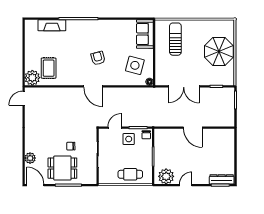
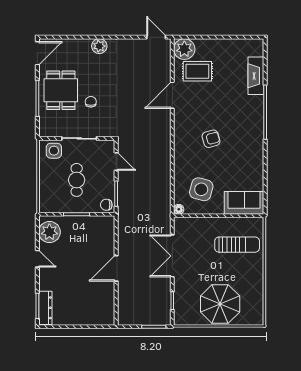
door: (93, 86) -> (172, 95), moved
side table: (129, 139) -> (54, 151), moved
plant: (30, 158) -> (99, 46), moved
cafe table: (130, 174) -> (77, 180), moved

